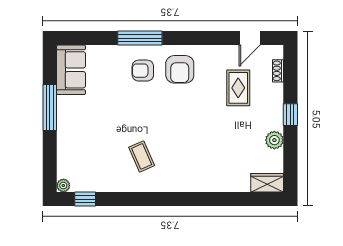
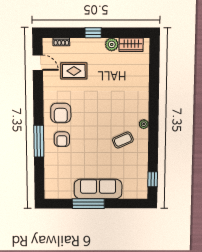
armchair: (180, 69) -> (61, 113), turned 90
sofa: (71, 70) -> (98, 189), moved, width x1.36
wardrobe: (267, 183) -> (131, 45), moved, turned -90
plant: (63, 186) -> (144, 124), moved

